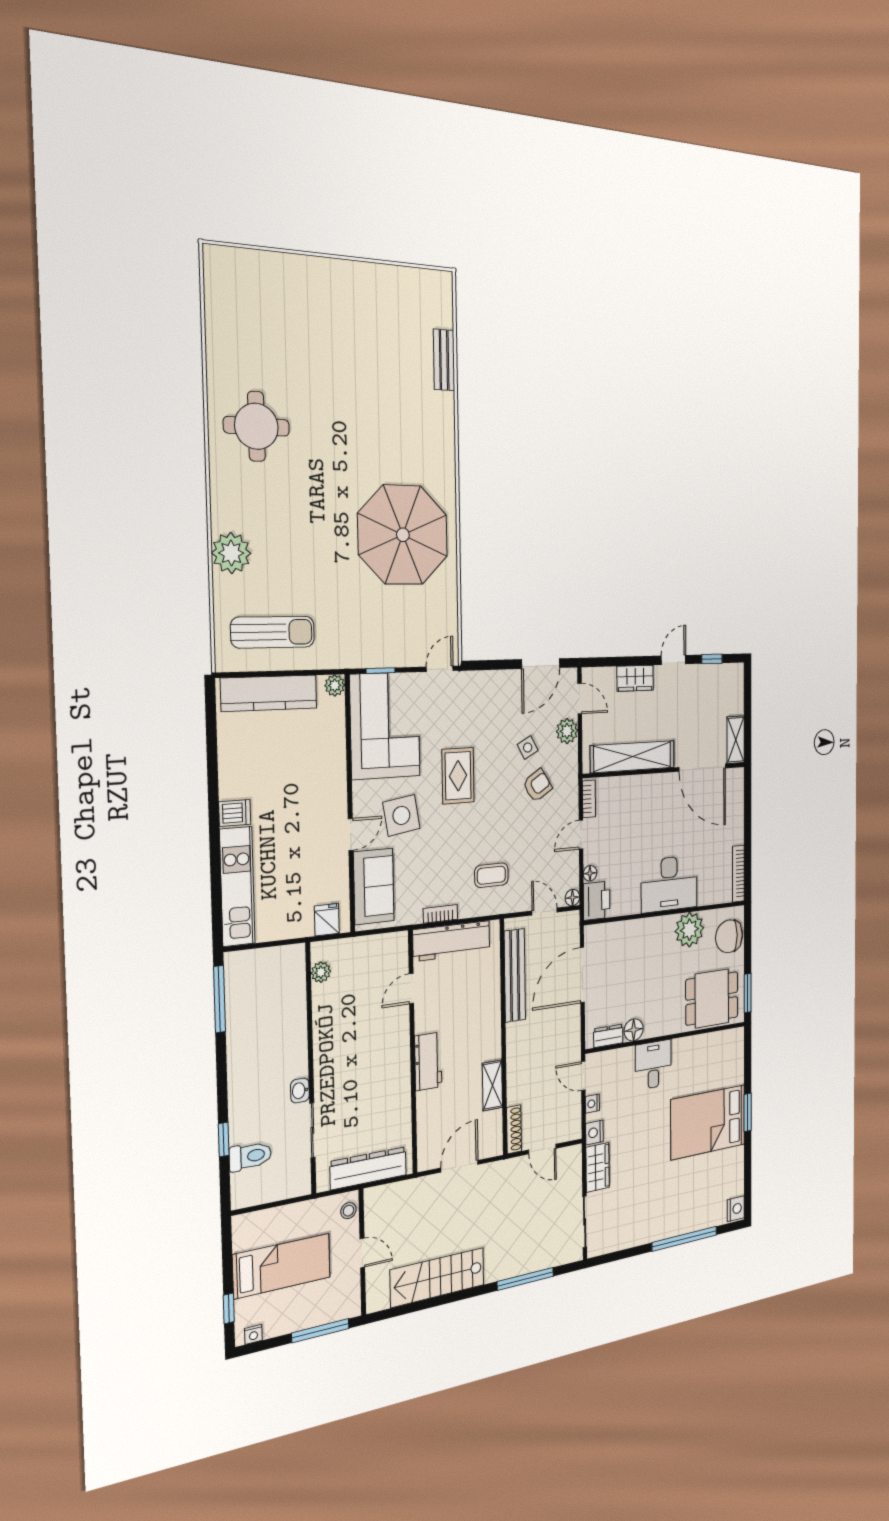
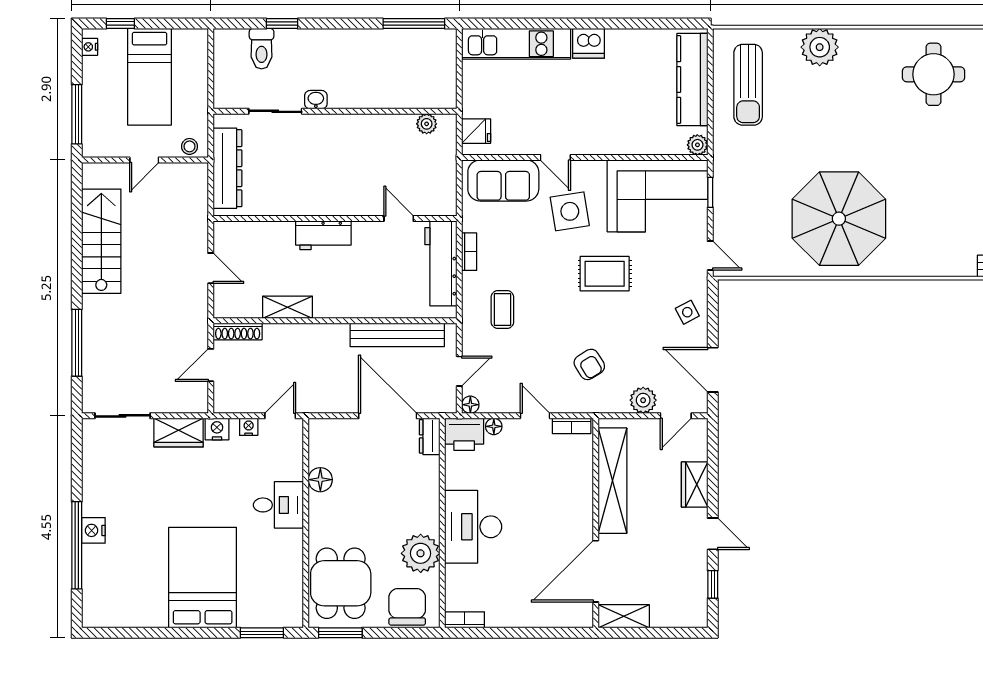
side table: (528, 748) -> (687, 312), moved
dishwasher: (235, 813) -> (589, 43), width x1.38
bookcase: (738, 874) -> (465, 620), width x0.64
dresser: (608, 1036) -> (430, 436), moved, turned 180
window: (748, 1112) -> (262, 633), moved
door: (460, 1166) -> (211, 268), width x0.73
nightstand: (736, 1209) -> (93, 530), moved, turned 90

